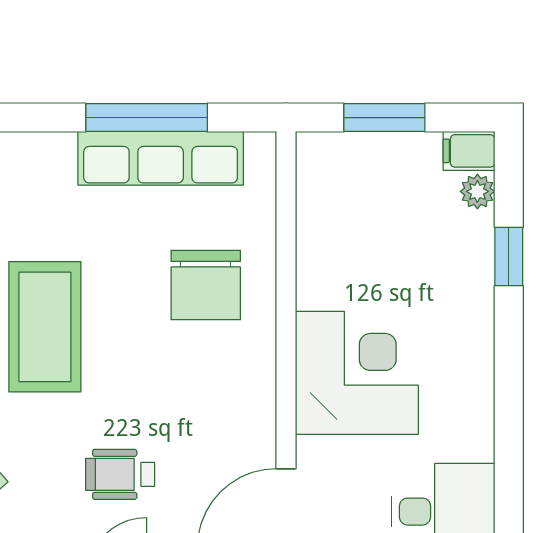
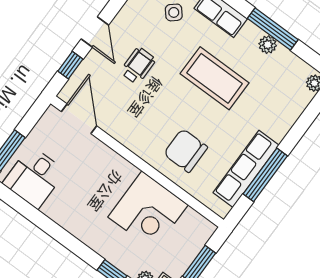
corner desk: (357, 373) -> (148, 211), moved

